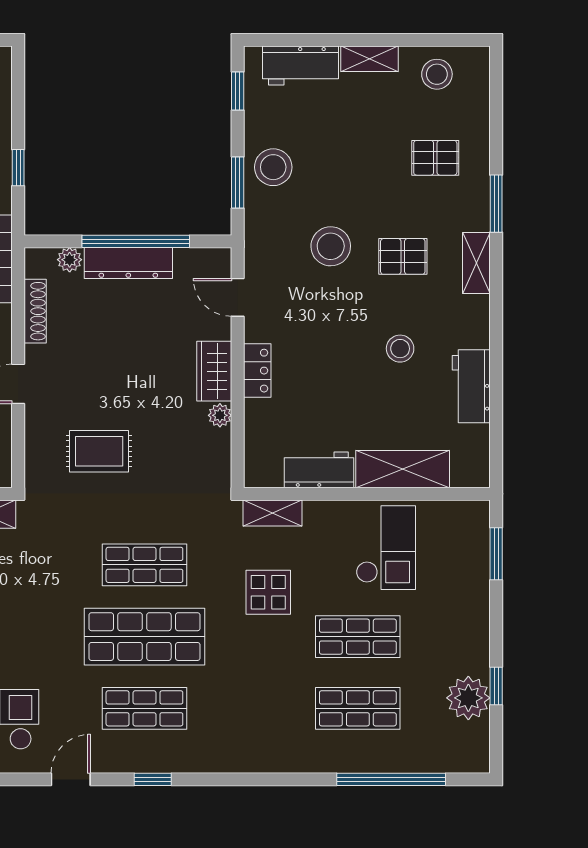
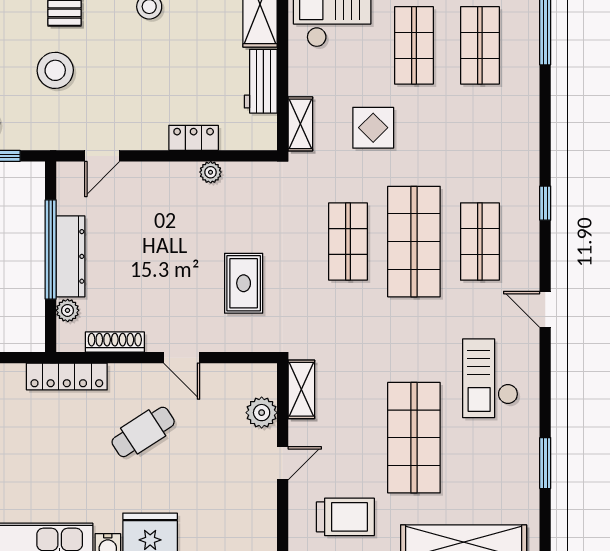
wardrobe: (214, 371) -> (170, 177), removed
locker: (257, 371) -> (194, 138), moved
window: (153, 779) -> (545, 203), moved

